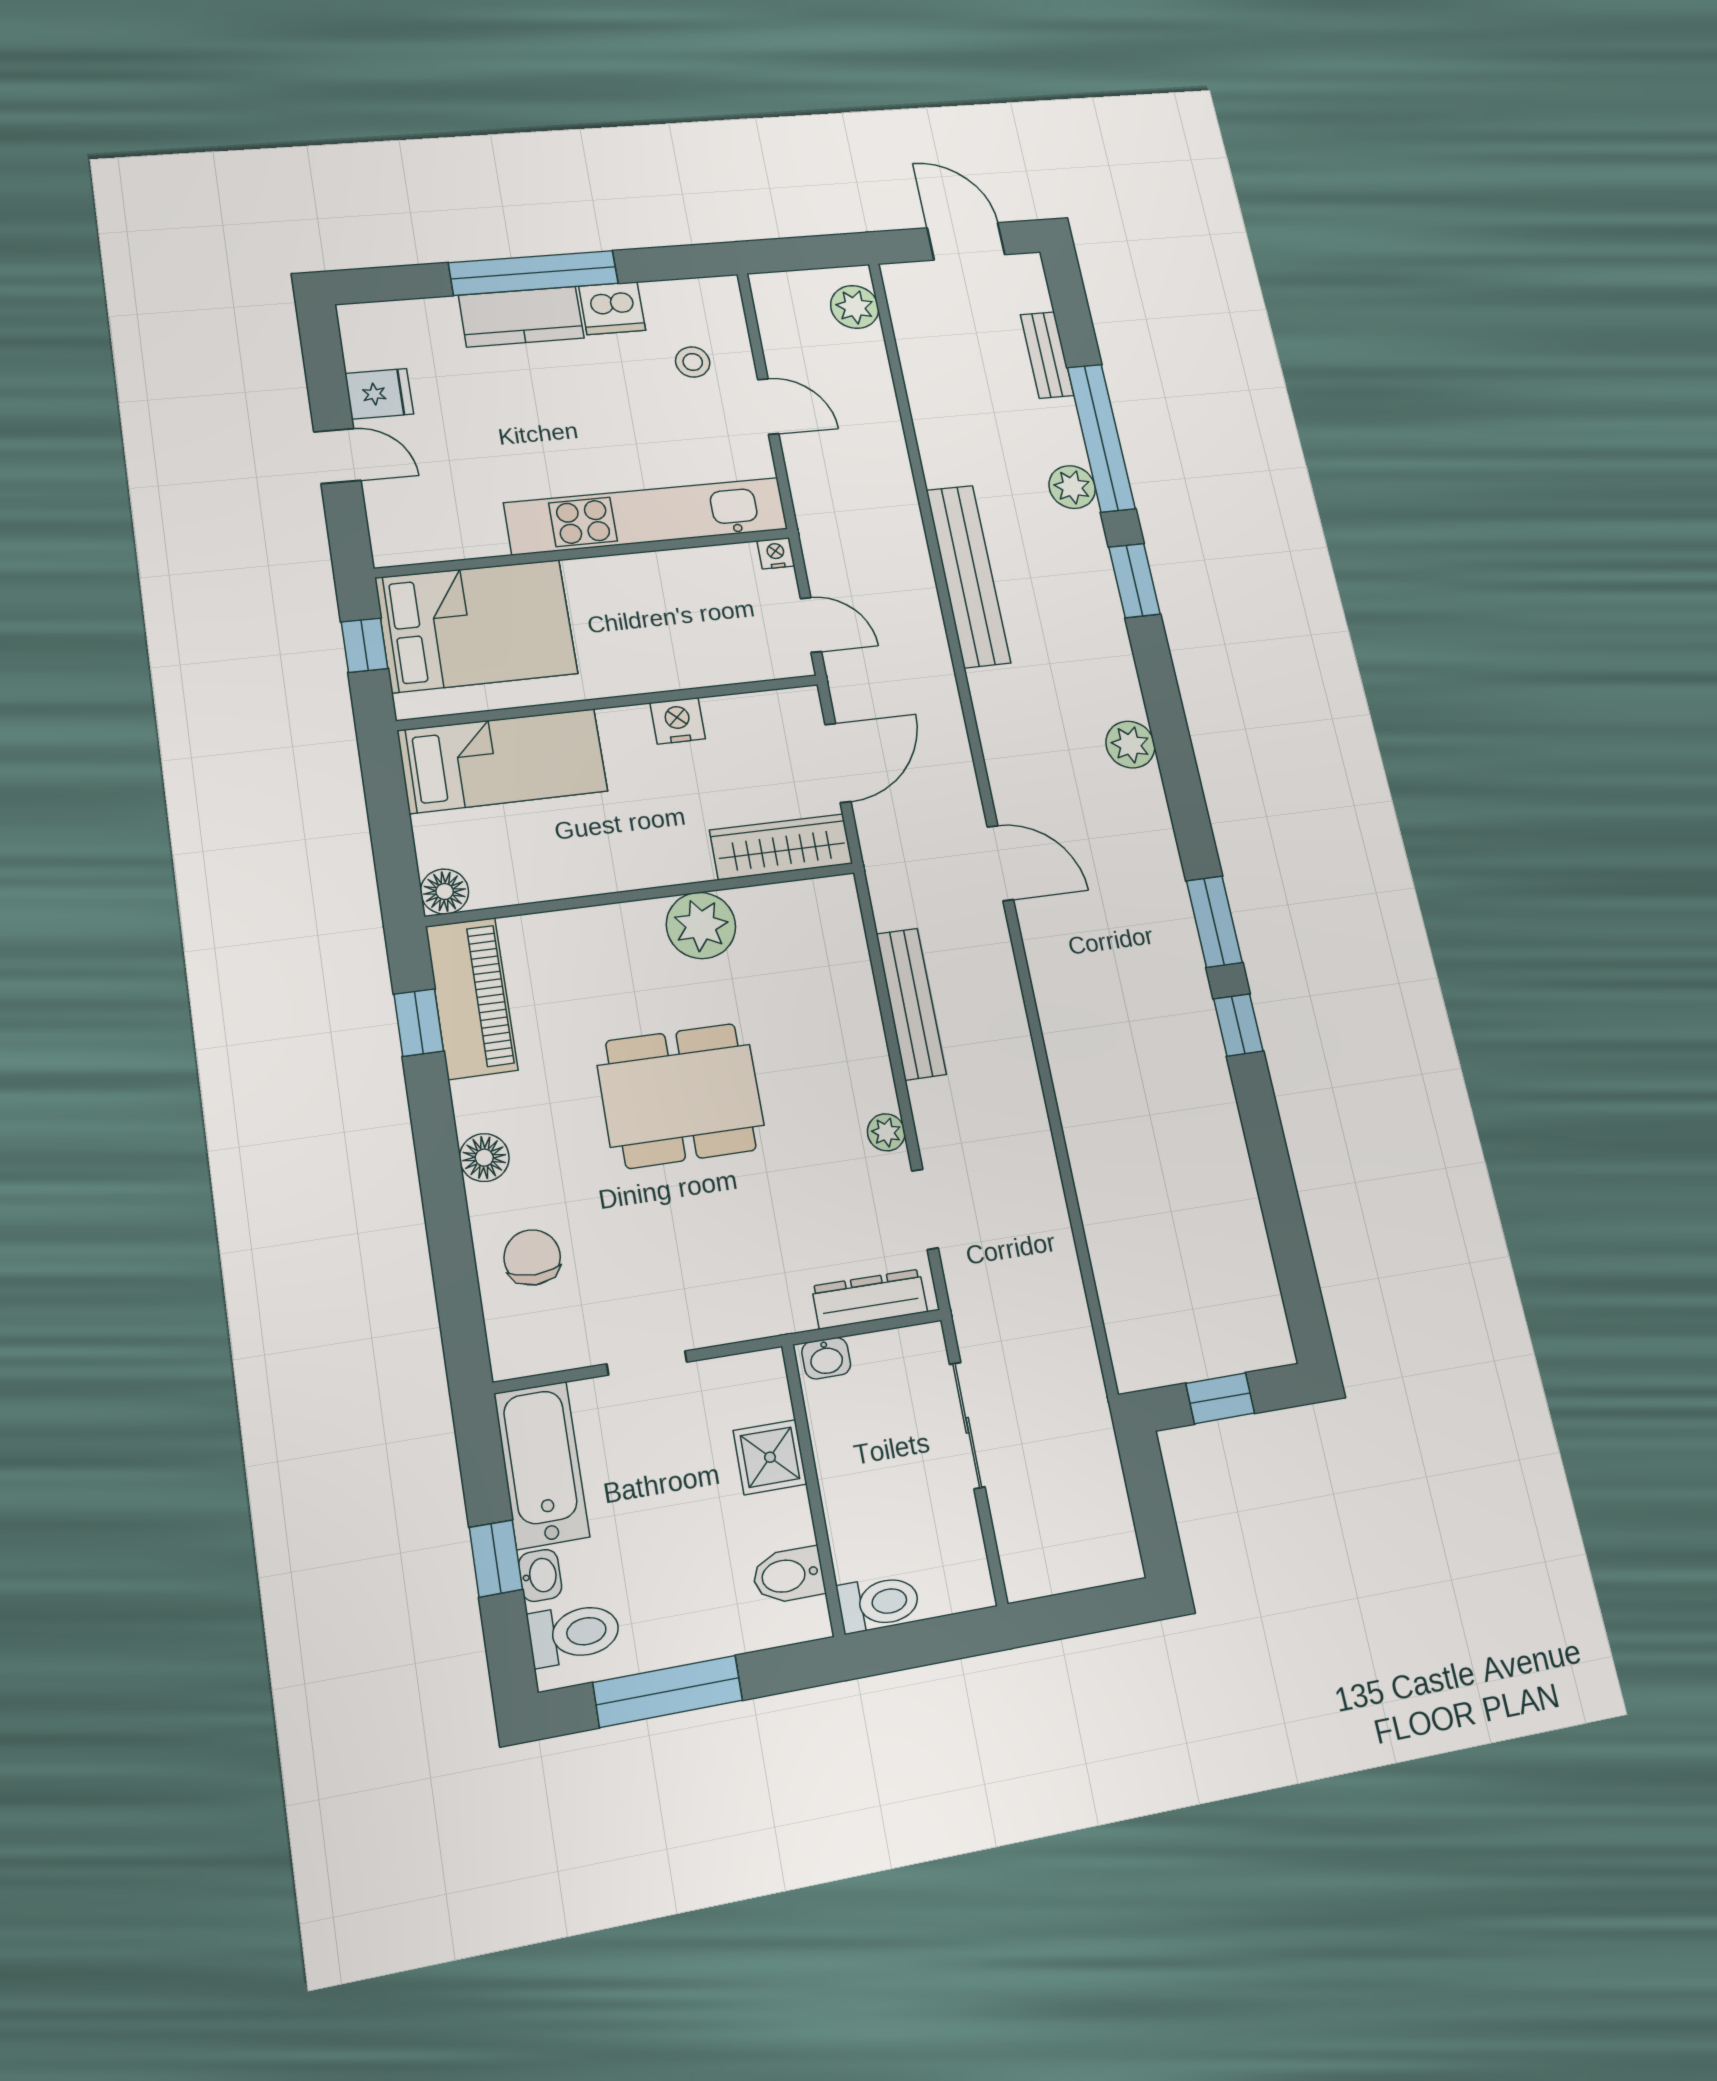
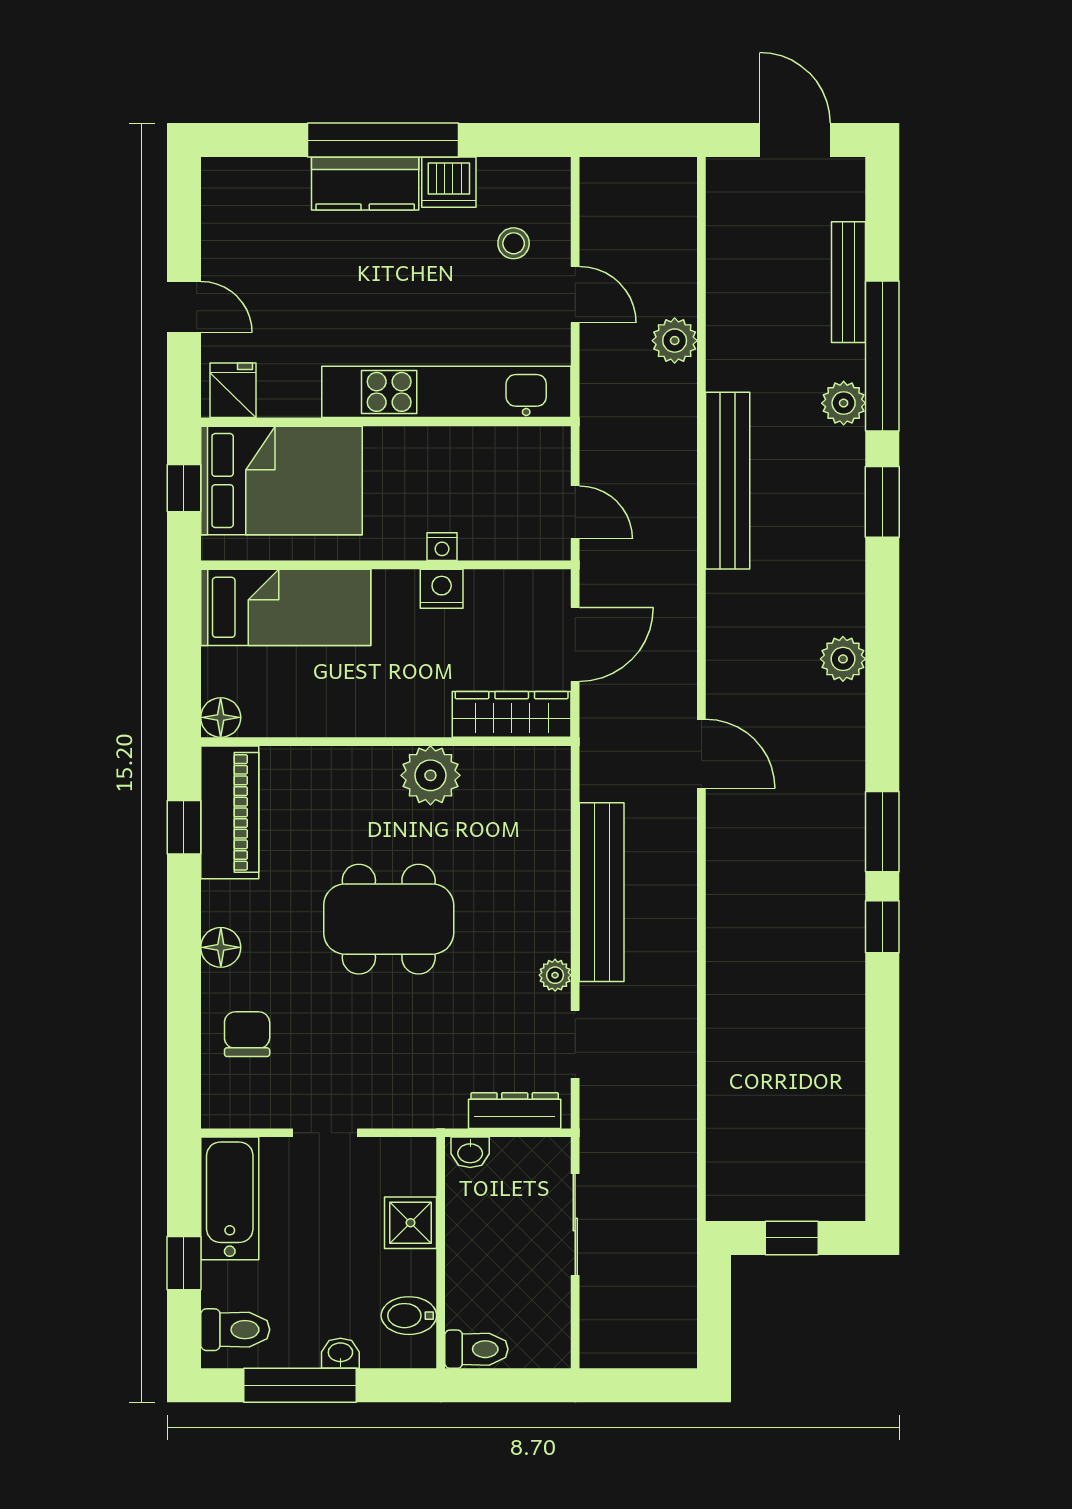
plant: (855, 307) -> (675, 341), moved
bench: (1047, 355) -> (849, 282), width x1.36
fridge: (379, 394) -> (233, 390), moved, turned -90
nightstand: (776, 553) -> (442, 547), moved, turned 180
bench: (911, 1004) -> (602, 892), width x1.37, depth x1.21
washbasin: (540, 1575) -> (340, 1353), moved, turned -90

